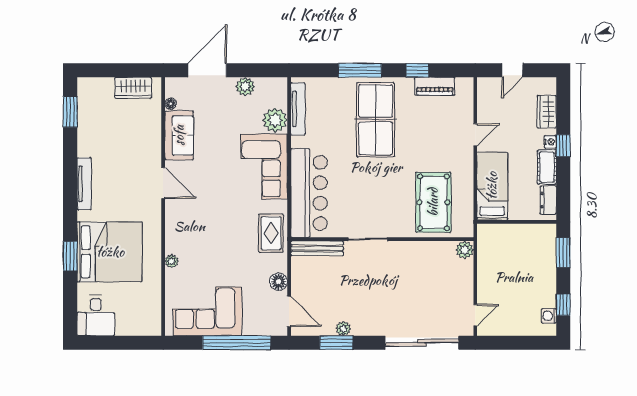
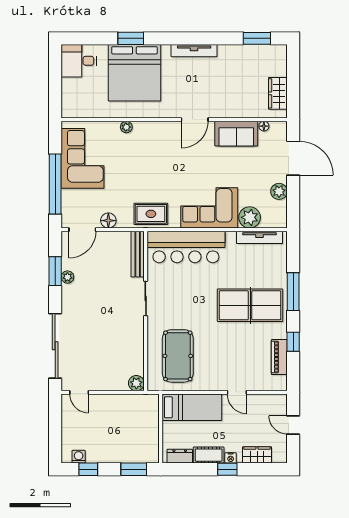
pool table: (433, 202) -> (178, 356), turned 90

